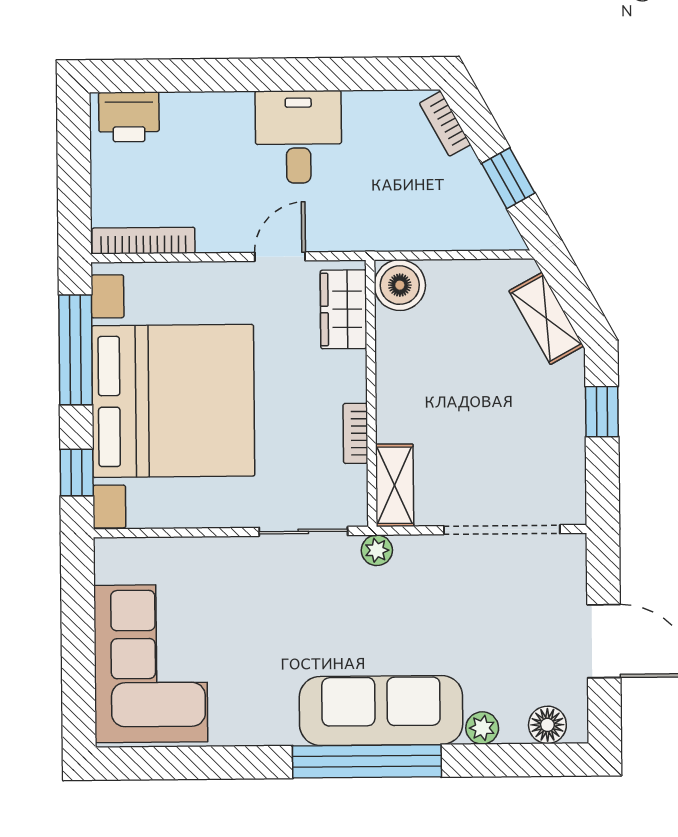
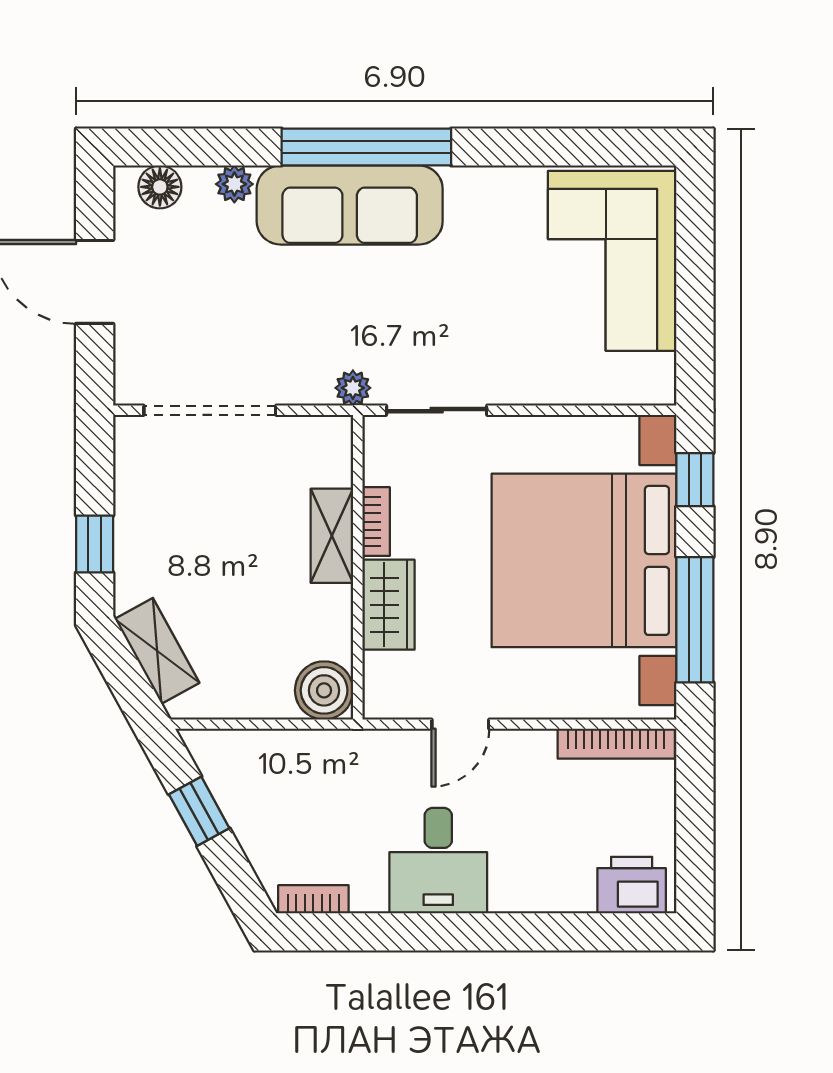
bookcase: (445, 124) -> (313, 899), moved, turned -61
wardrobe: (344, 309) -> (388, 605), moved
shelving: (395, 485) -> (332, 536), moved

